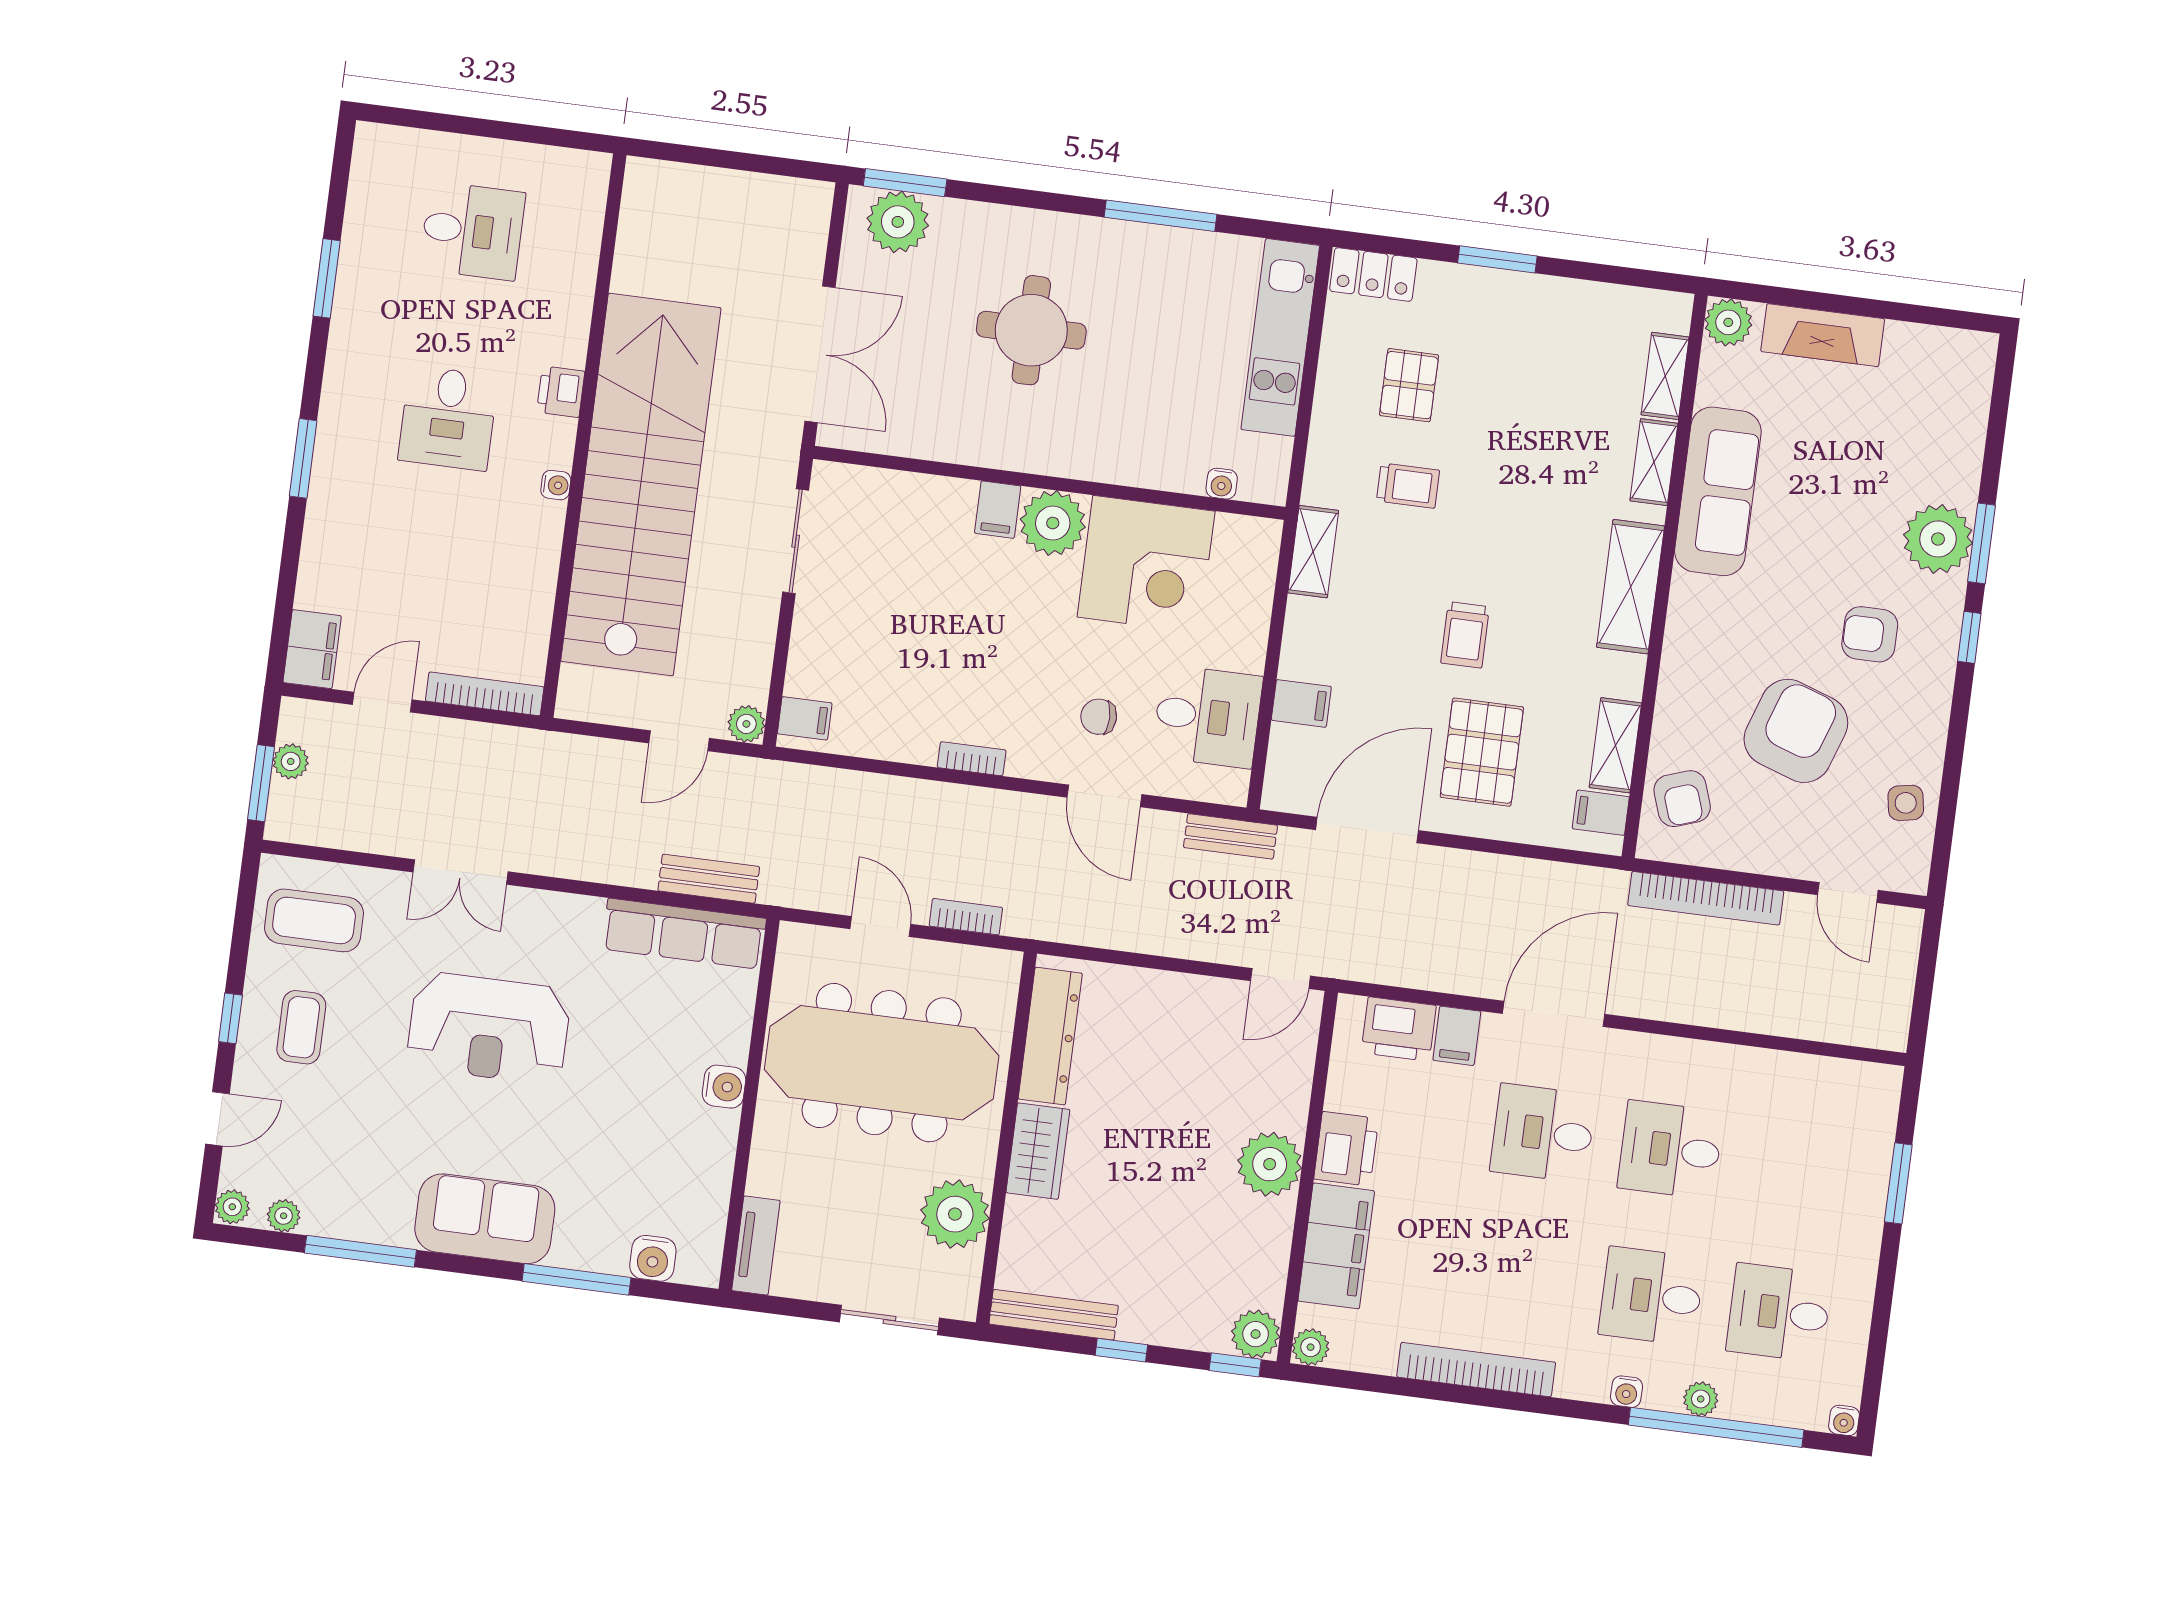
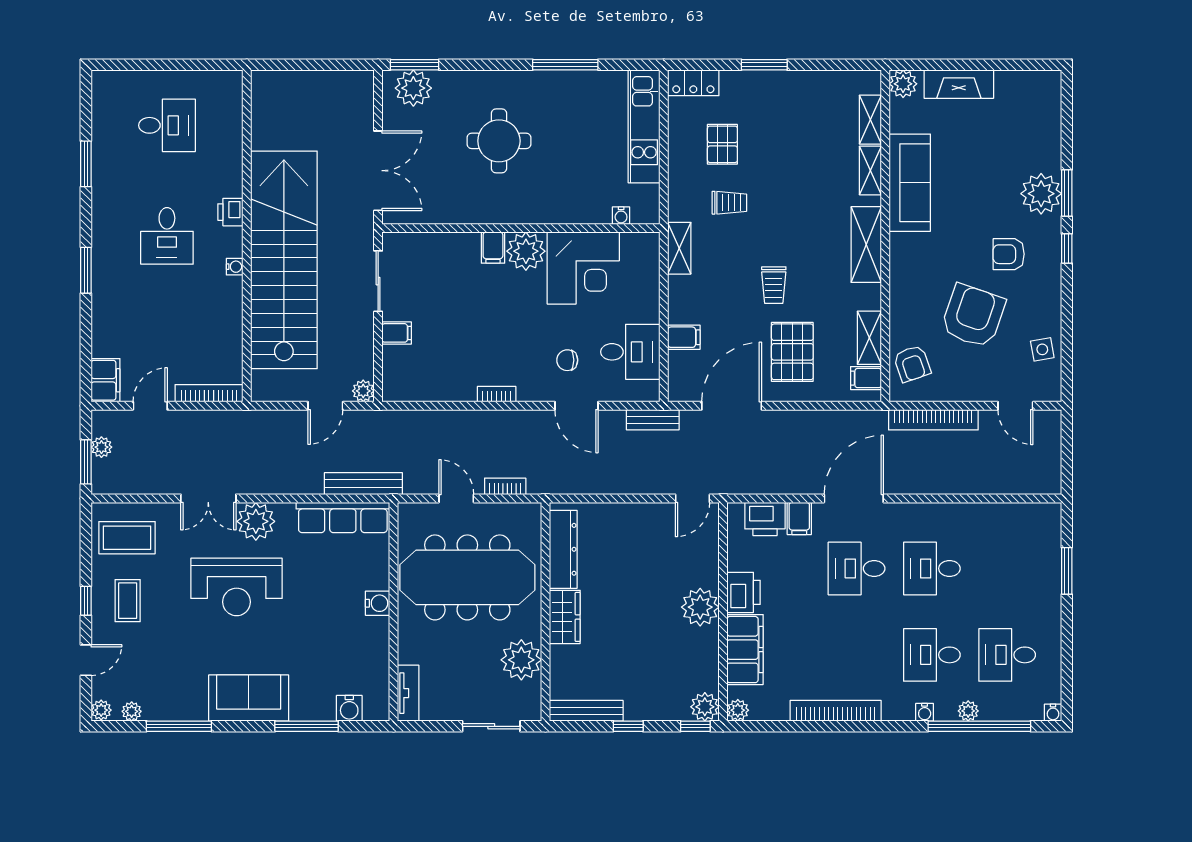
filing cabinet: (805, 718) -> (397, 333), moved
bench: (709, 879) -> (363, 484), width x1.36
plant: (536, 921) -> (256, 521), added

